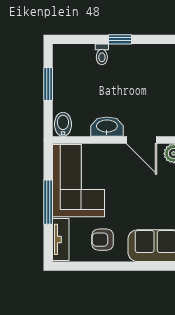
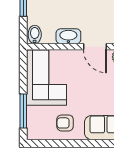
window: (48, 202) -> (23, 111), moved
tv unit: (61, 239) -> (33, 123), removed

